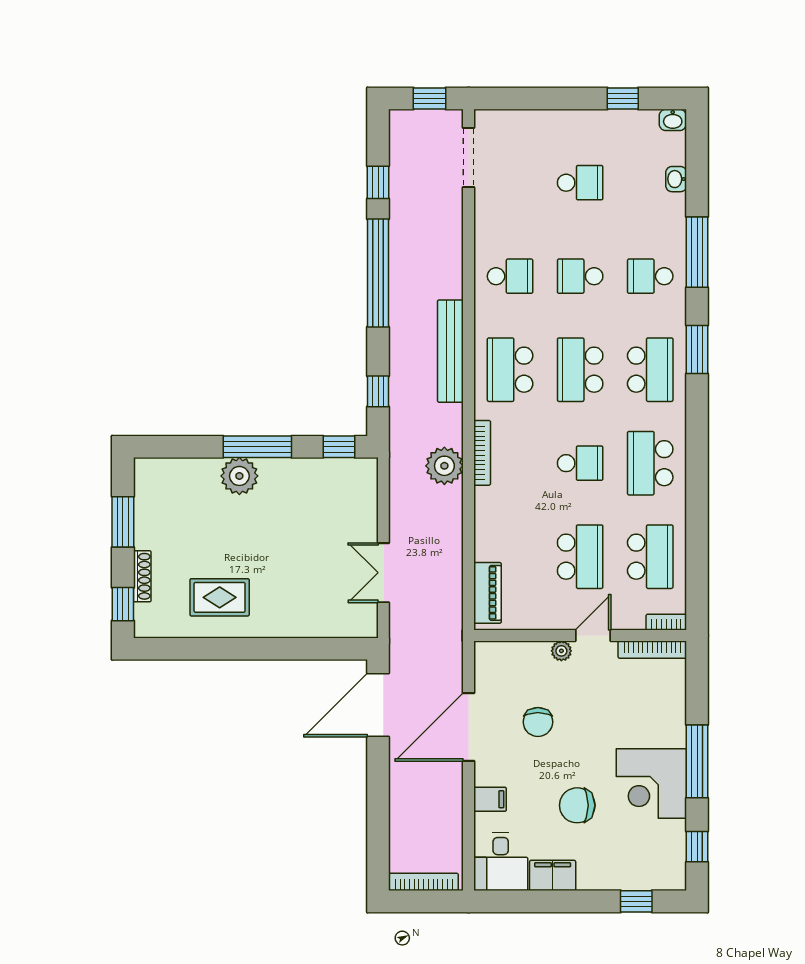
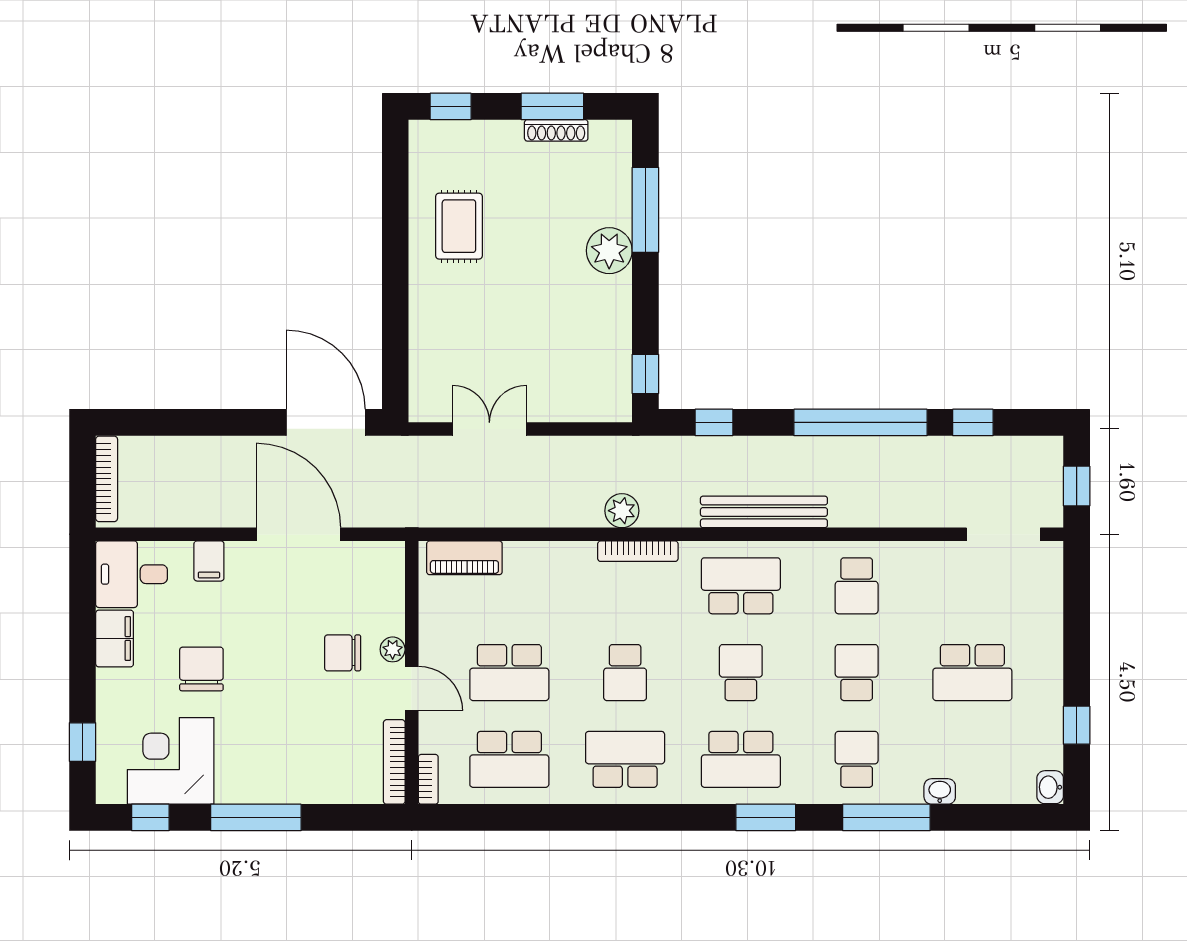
washbasin: (676, 179) -> (940, 791), moved
school desk: (580, 183) -> (972, 673), width x1.85
school desk: (580, 370) -> (741, 673), width x0.54
window: (257, 447) -> (645, 210), moved
plant: (444, 466) -> (622, 511), width x0.73, depth x0.73
shoe rack: (142, 576) -> (556, 130), moved
chair: (538, 722) -> (343, 653), moved
corner desk: (651, 784) -> (171, 761), moved

